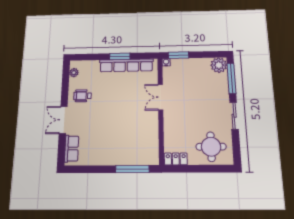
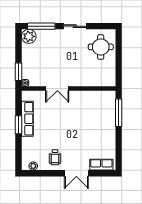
row of seats: (126, 65) -> (27, 119), width x0.73
locker: (176, 159) -> (111, 77), removed

